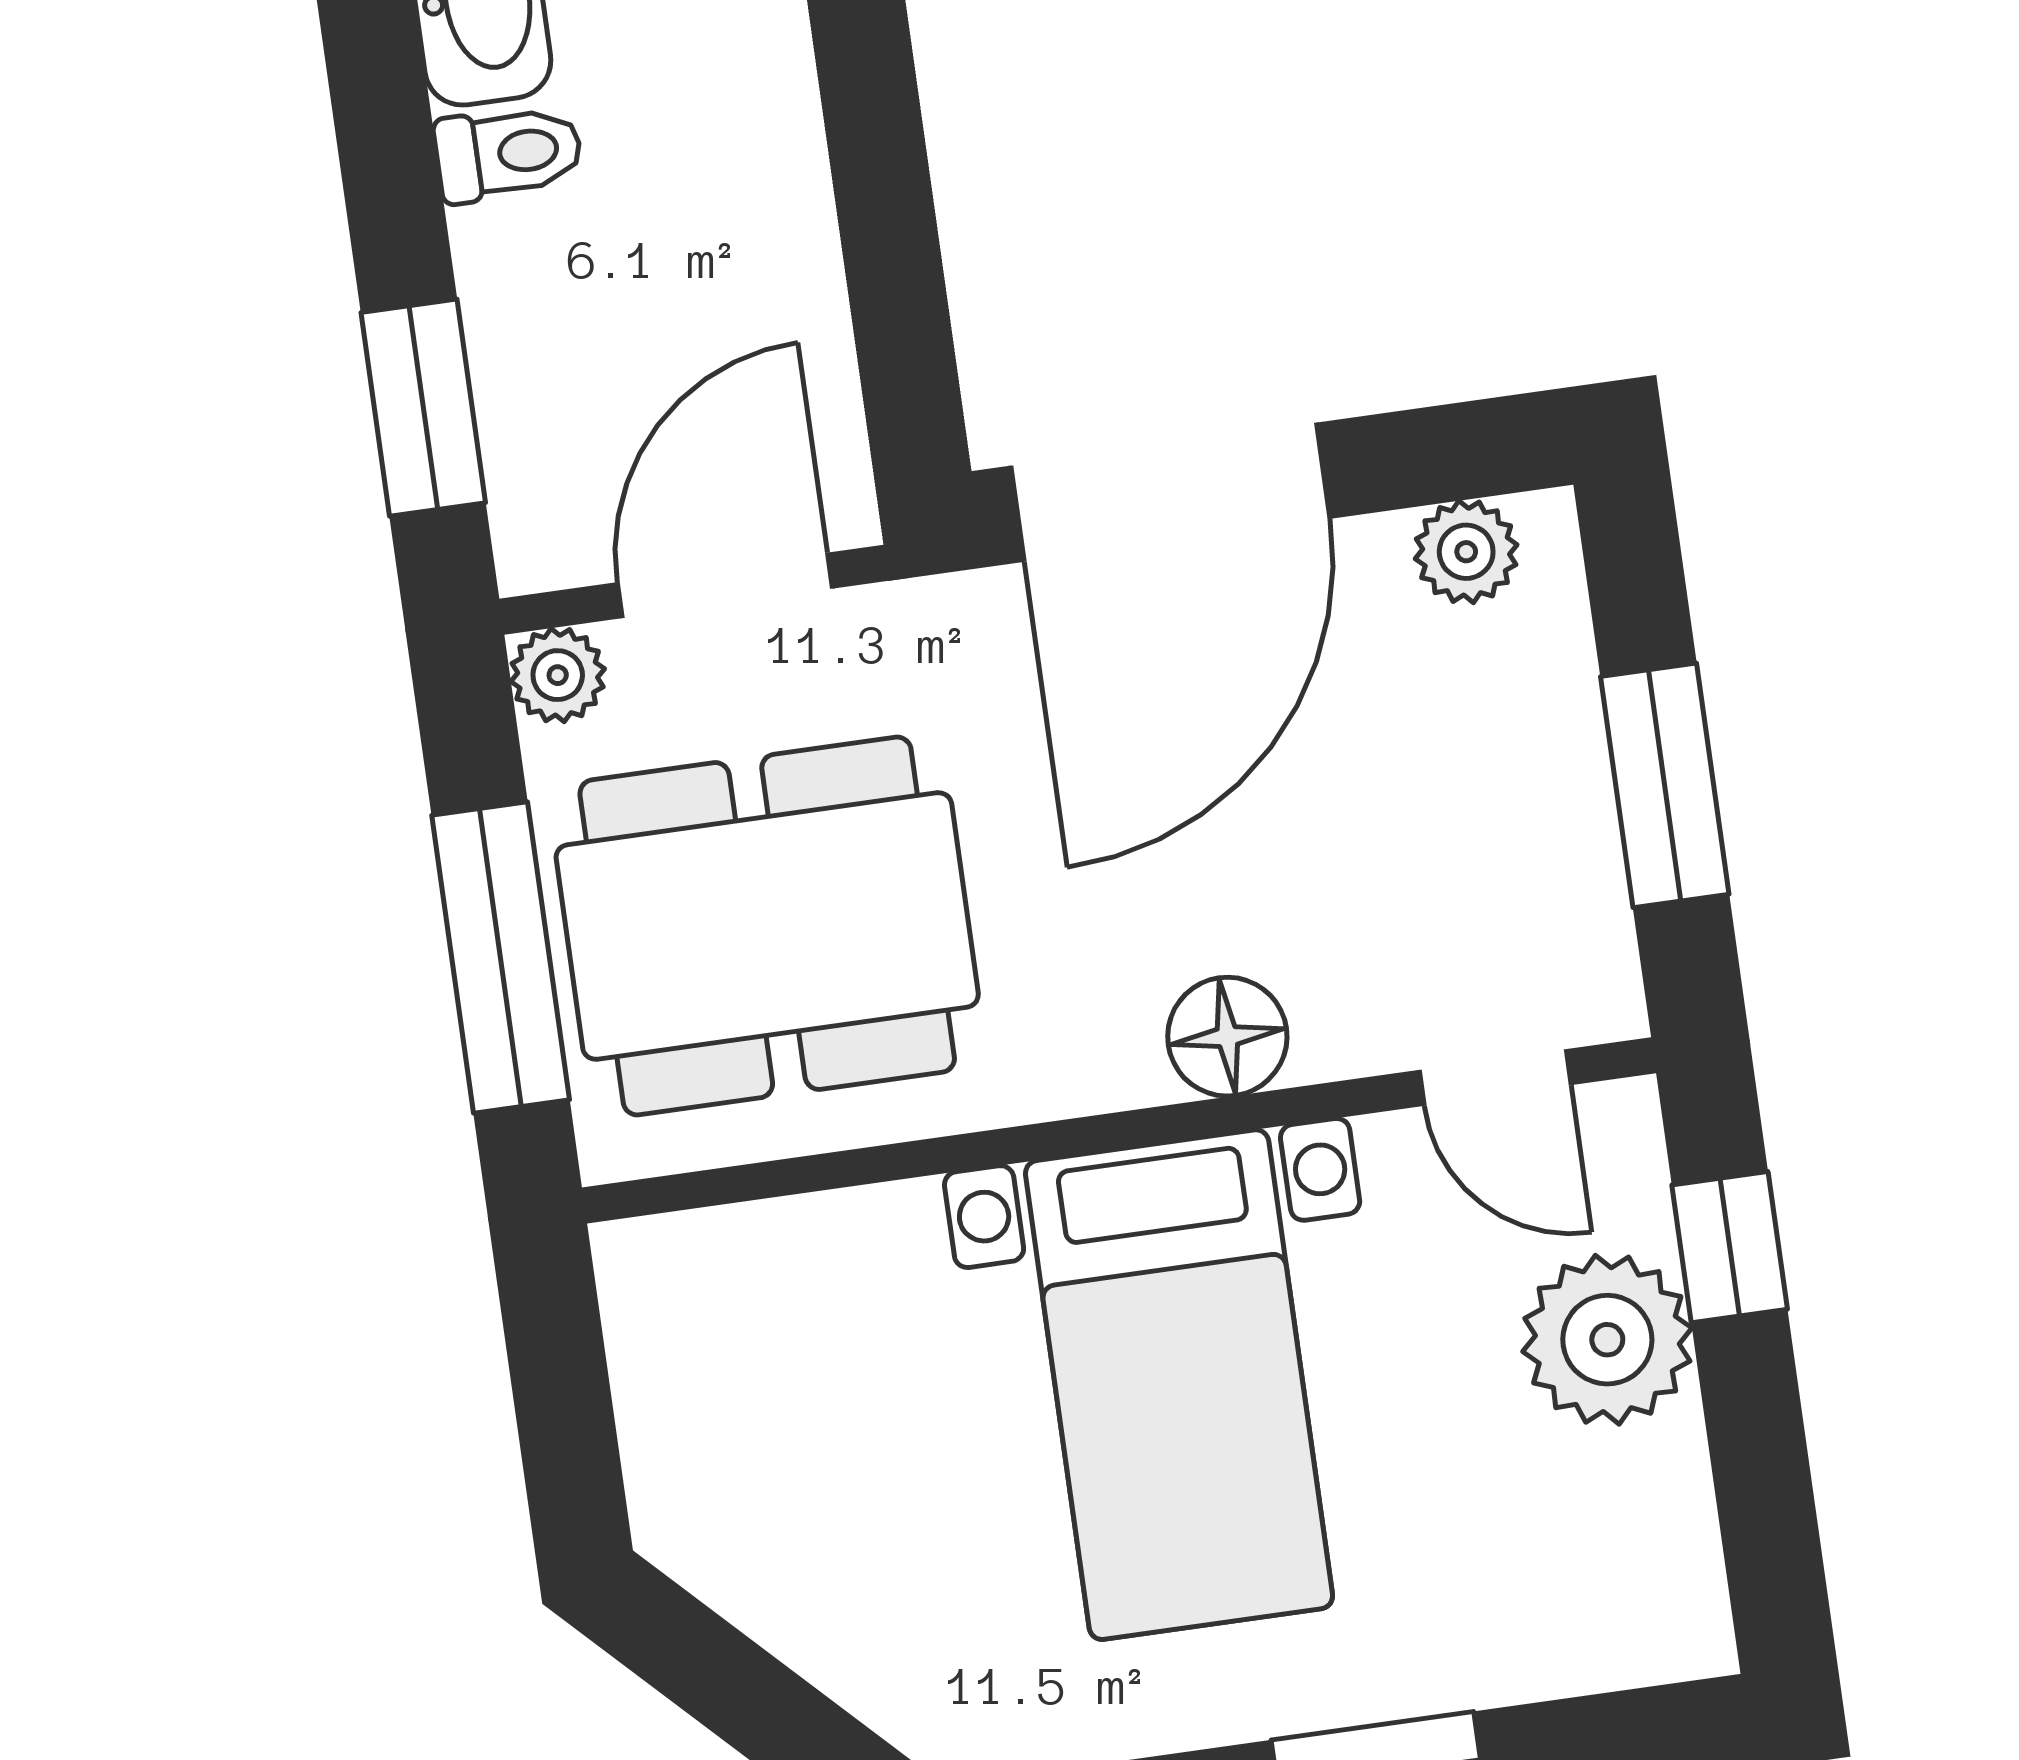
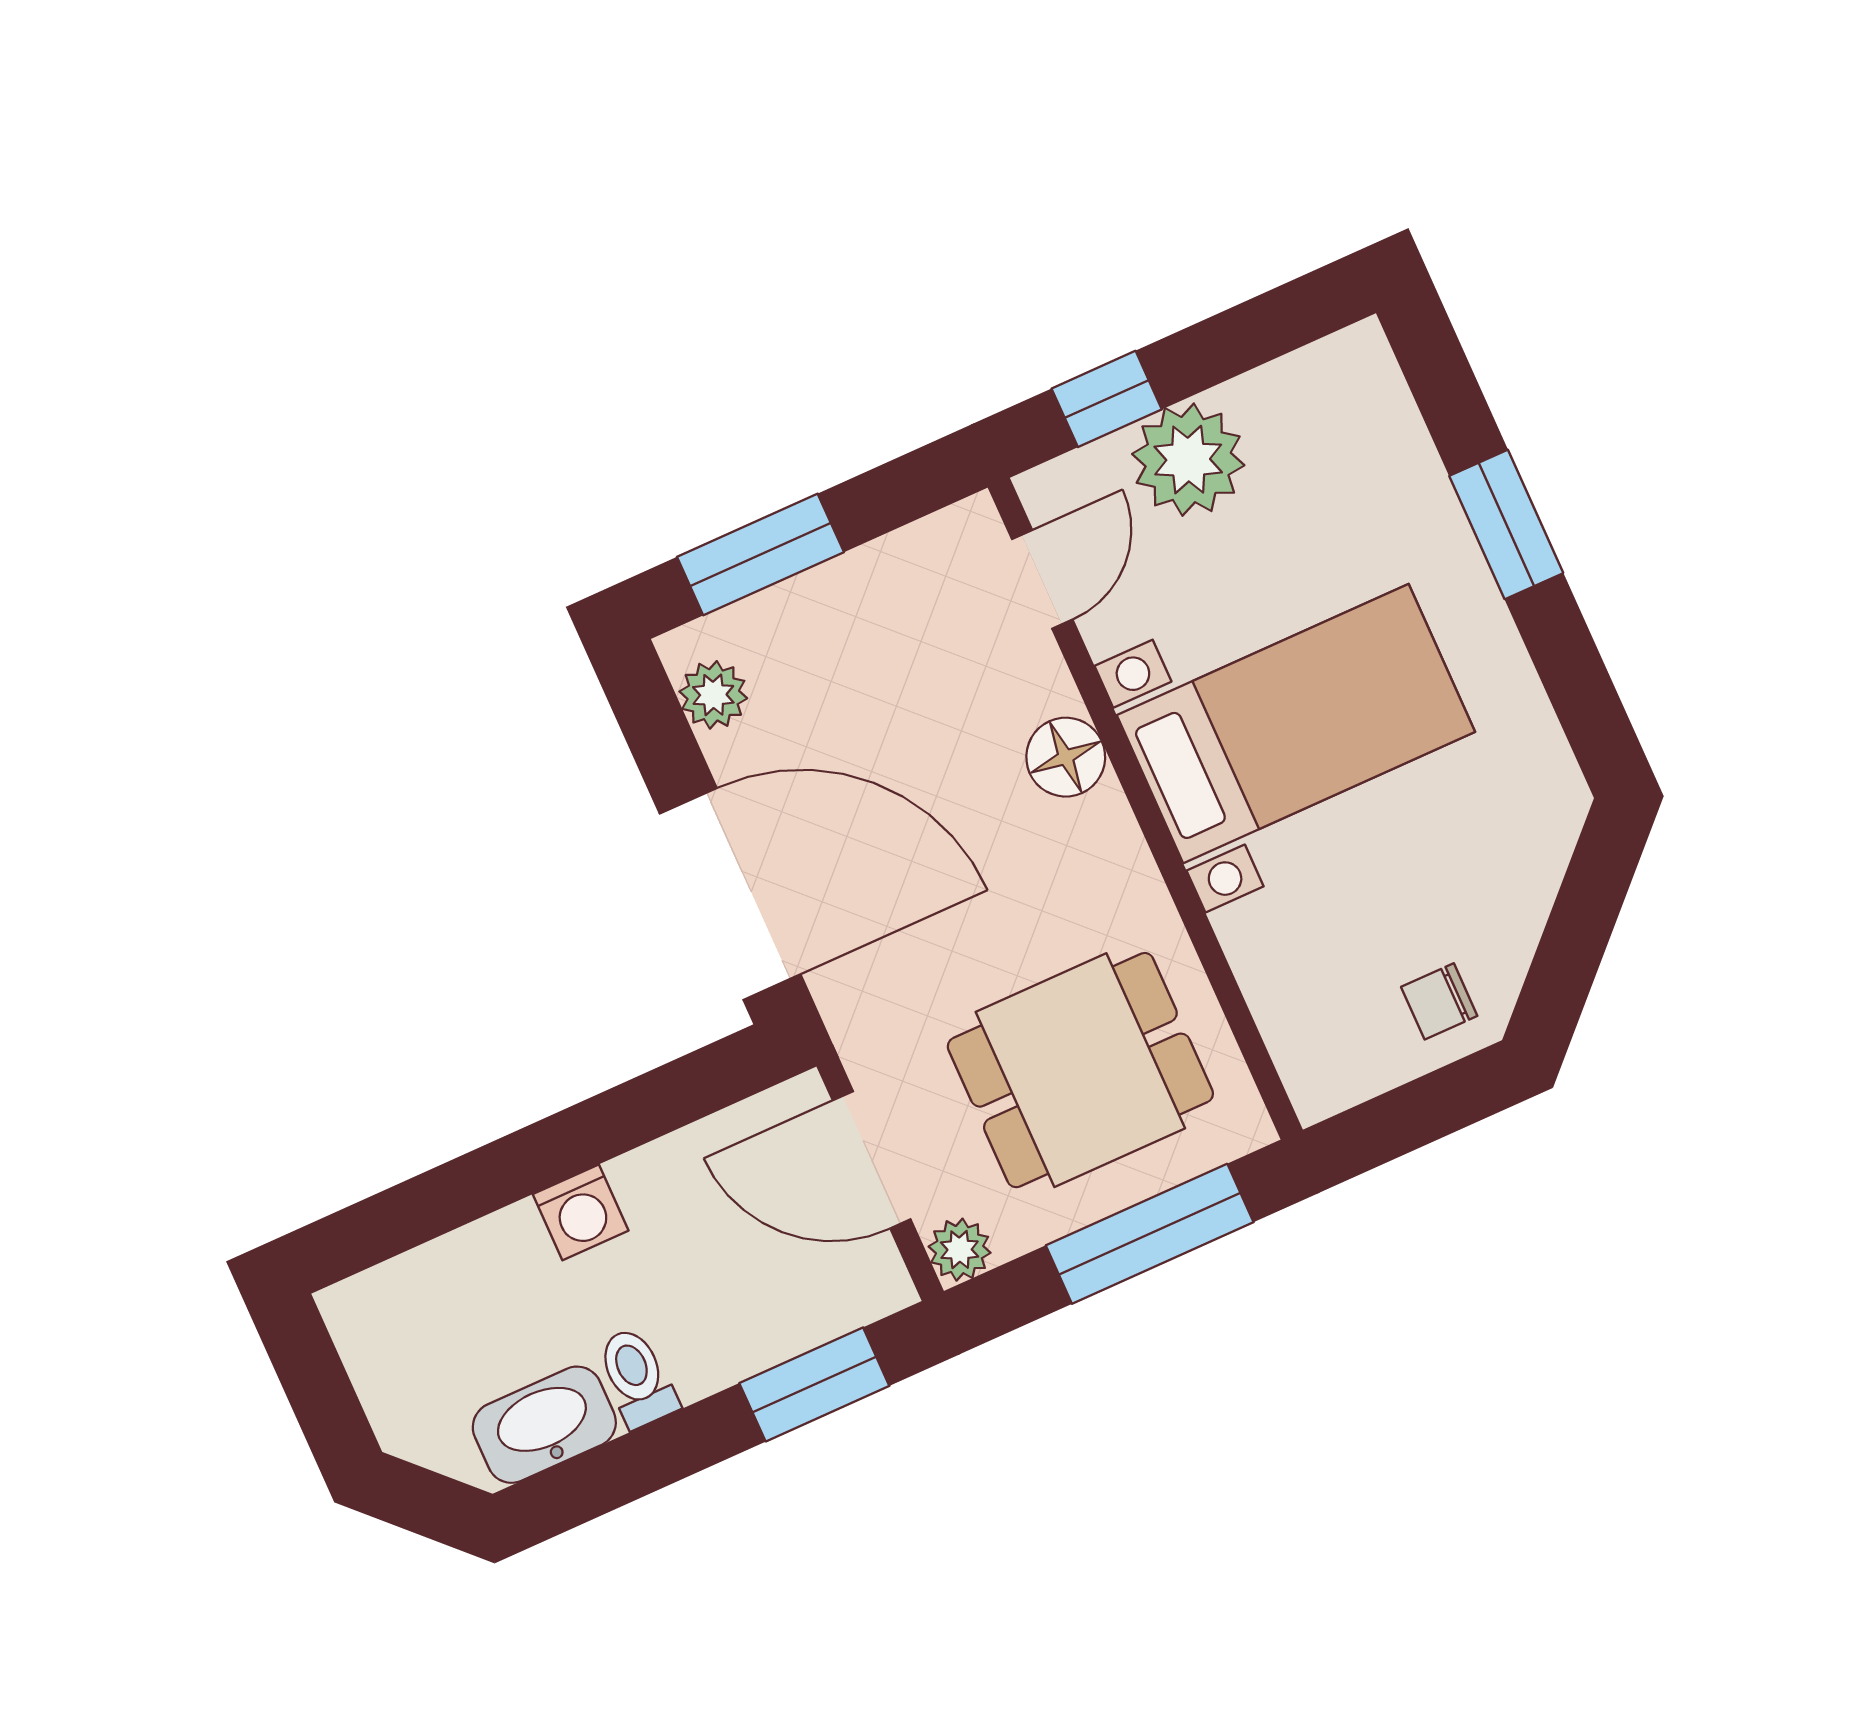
washing machine: (771, 141) -> (581, 1212), added
window: (1665, 785) -> (760, 555), moved
dining table: (767, 926) -> (1080, 1070), width x0.73
chair: (716, 1476) -> (1439, 1001), added

